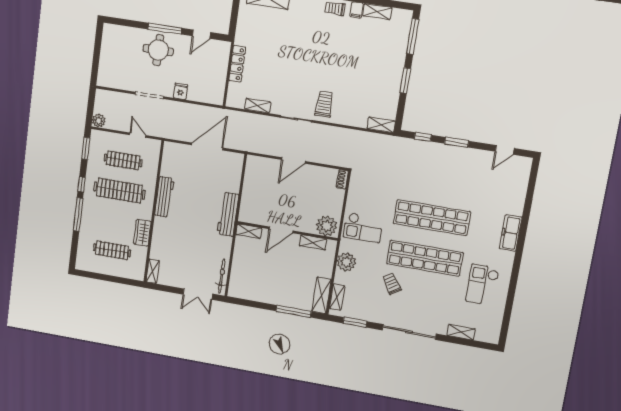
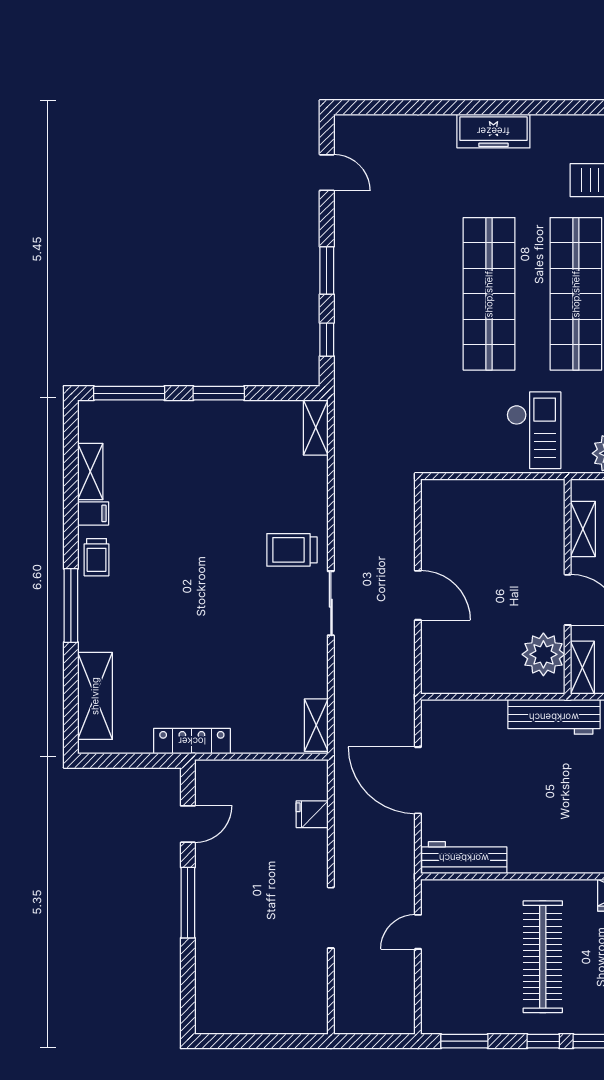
door: (201, 34) -> (188, 824), hinge flipped
round table: (158, 50) -> (234, 911), removed
locker: (237, 64) -> (192, 741), moved
fridge: (180, 91) -> (312, 814), moved
shelving: (258, 106) -> (316, 725), moved
plant: (99, 121) -> (401, 1020), removed
clothes rail: (123, 160) -> (477, 957), removed
shoe rack: (342, 179) -> (440, 489), removed
workbench: (164, 197) -> (464, 858), moved
plant: (327, 226) -> (543, 654), moved

